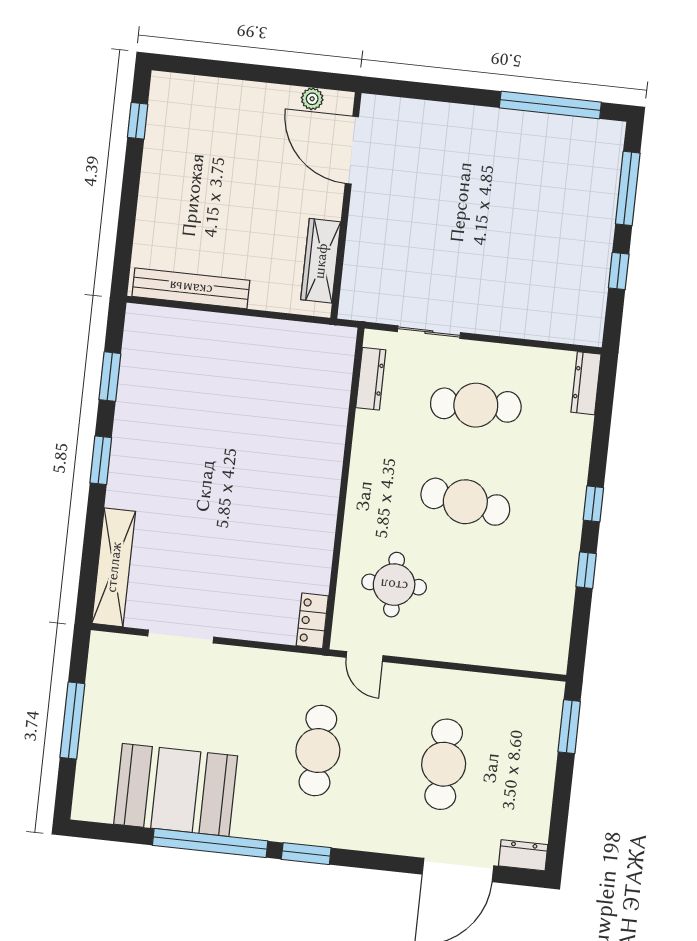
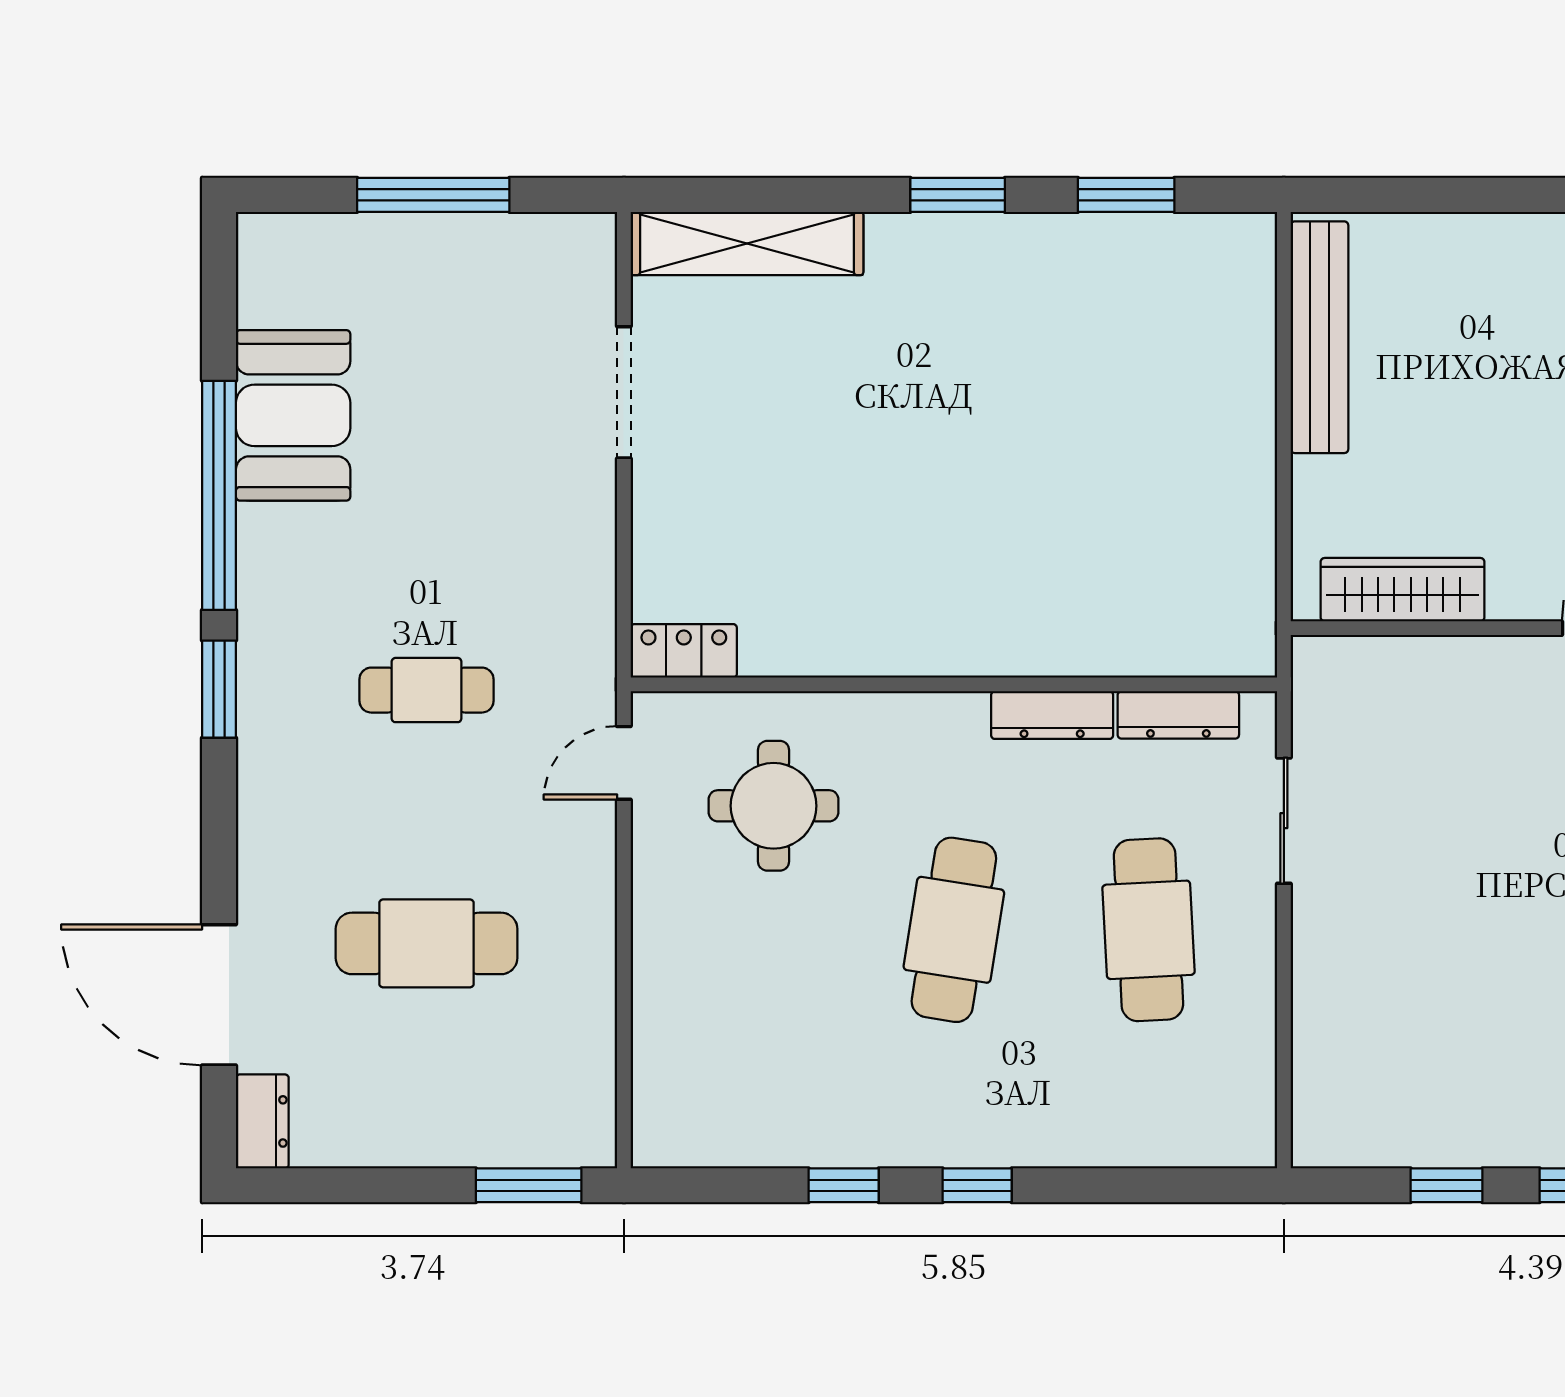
dresser: (586, 383) -> (1052, 715), moved, turned 180
cafe table: (318, 751) -> (427, 690), width x0.73, depth x0.74
booth: (176, 790) -> (293, 415), width x0.73, depth x0.70

